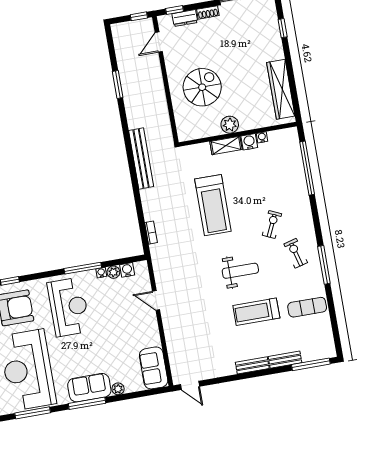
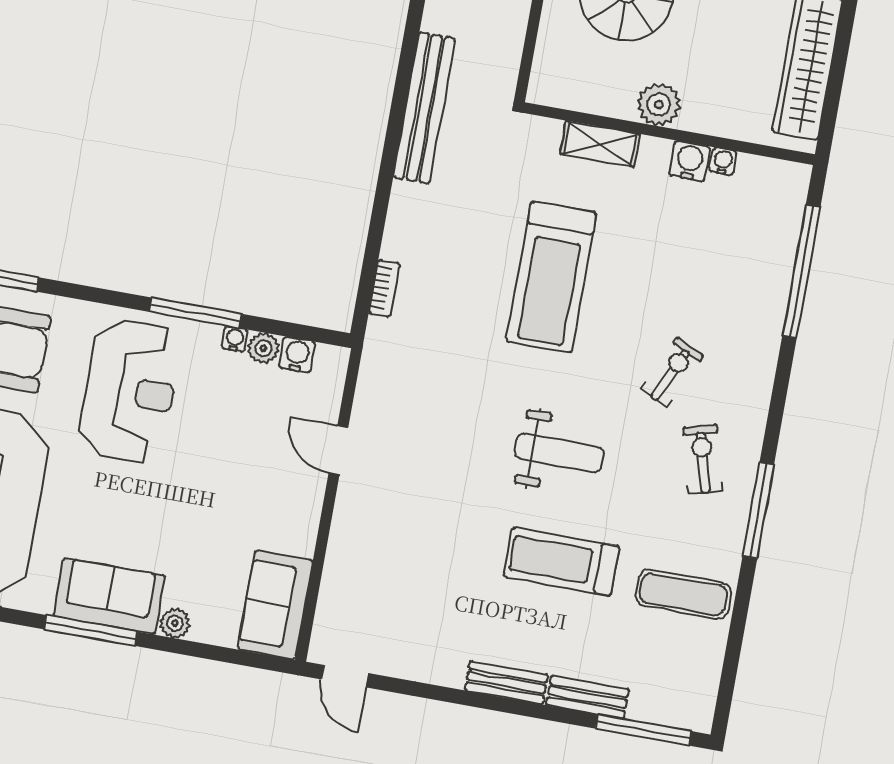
shelving: (226, 145) -> (600, 144), moved

